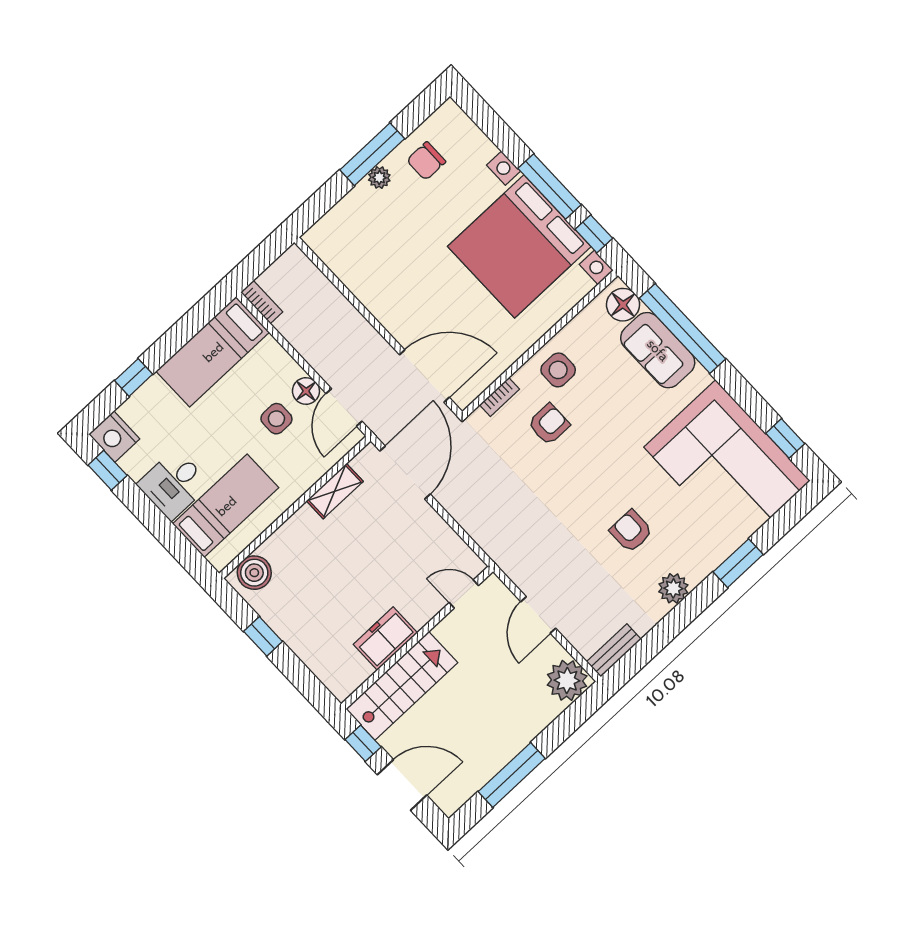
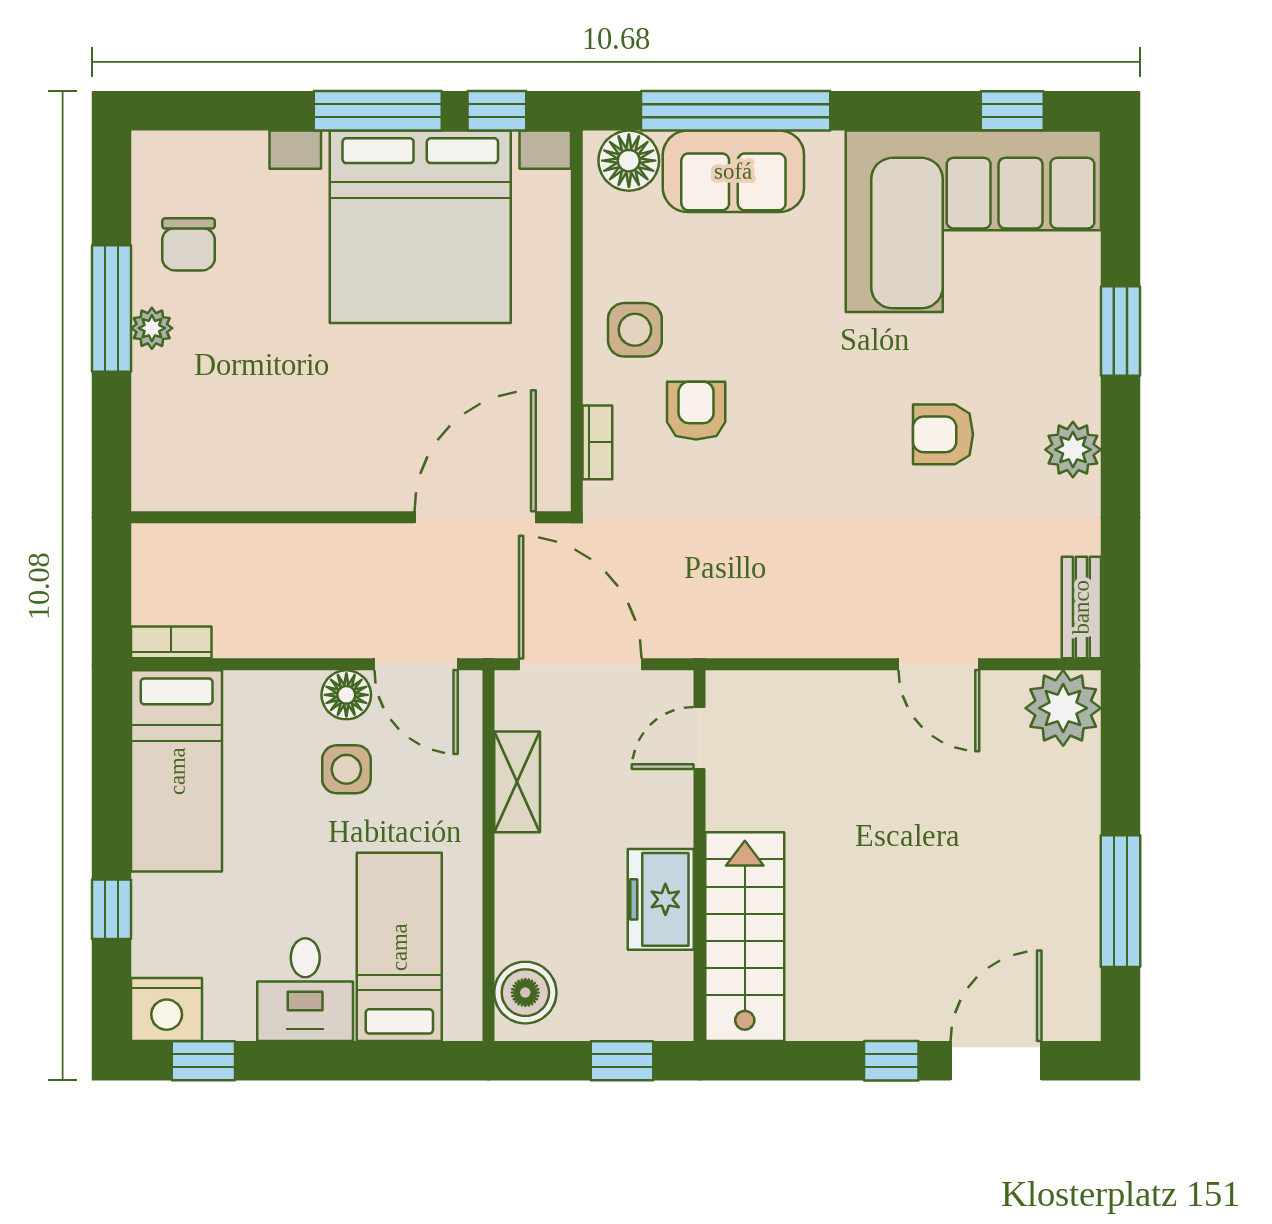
door: (464, 594) -> (699, 738), moved
wall: (417, 638) -> (699, 856), moved
freezer: (385, 639) -> (661, 899), moved
stairs: (402, 686) -> (745, 937), moved

